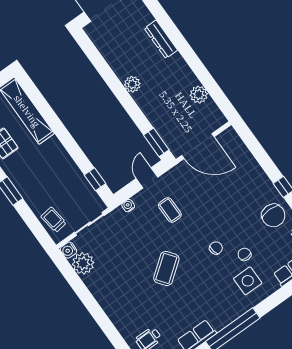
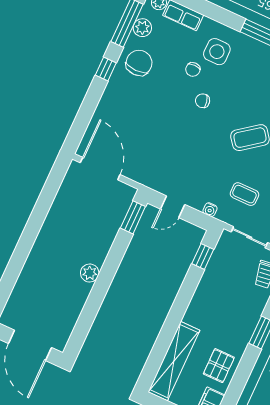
dresser: (161, 39) -> (30, 270), removed
plant: (199, 95) -> (63, 203), removed
door: (198, 146) -> (100, 169), moved
coffee table: (170, 210) -> (244, 194), moved, turned 90

